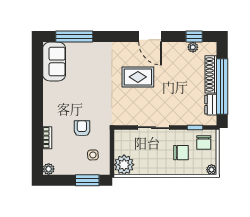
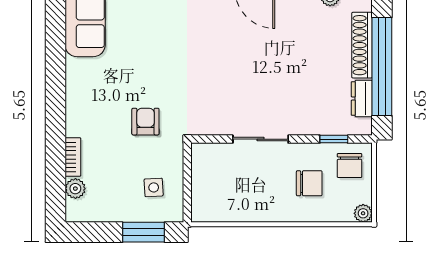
rug: (138, 77) -> (233, 50), removed
armchair: (82, 128) -> (145, 122), moved
plant: (124, 165) -> (209, 205), removed
plant: (49, 169) -> (75, 189), moved

